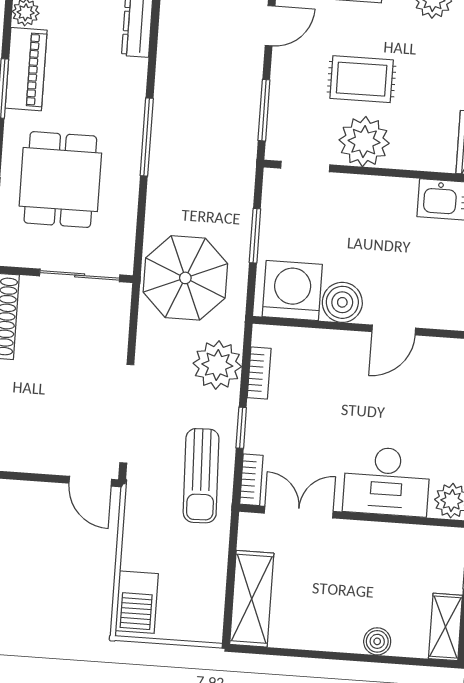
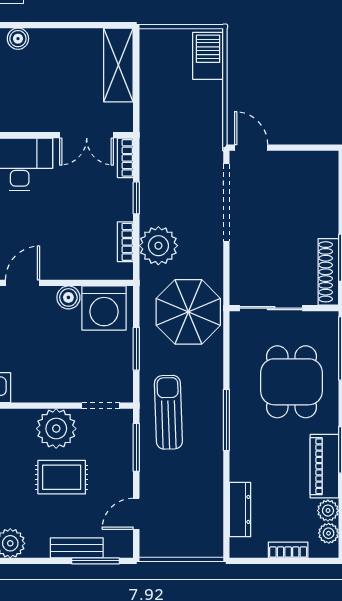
boiler: (342, 302) -> (68, 297), width x0.73, depth x0.73
sun lounger: (201, 476) -> (168, 412), moved

